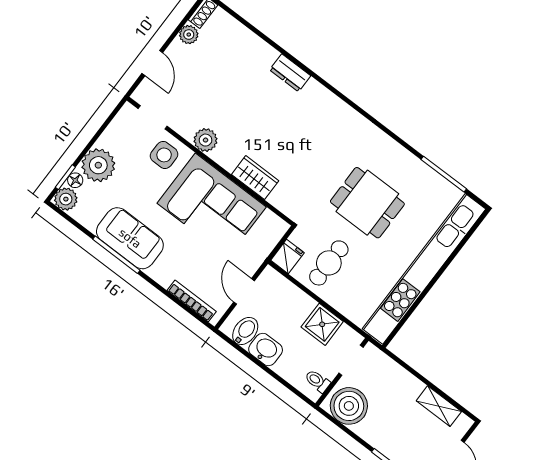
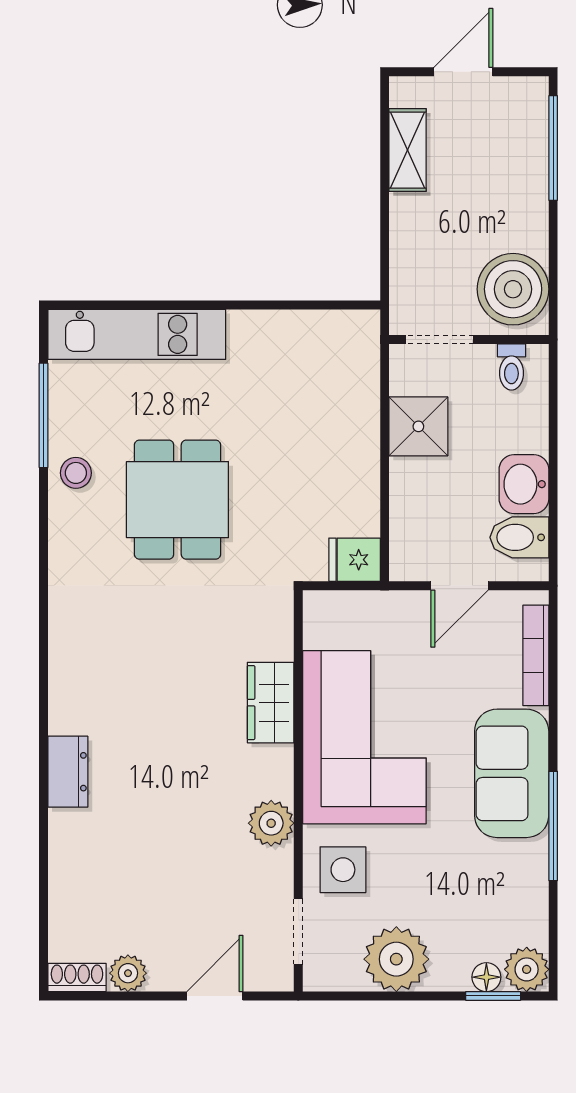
plant: (98, 165) -> (396, 959), moved
stool: (410, 169) -> (76, 473), added
sofa: (130, 238) -> (512, 773), moved
cafe table: (329, 263) -> (316, 488), removed
kitchen unit: (424, 269) -> (137, 334), width x0.54

